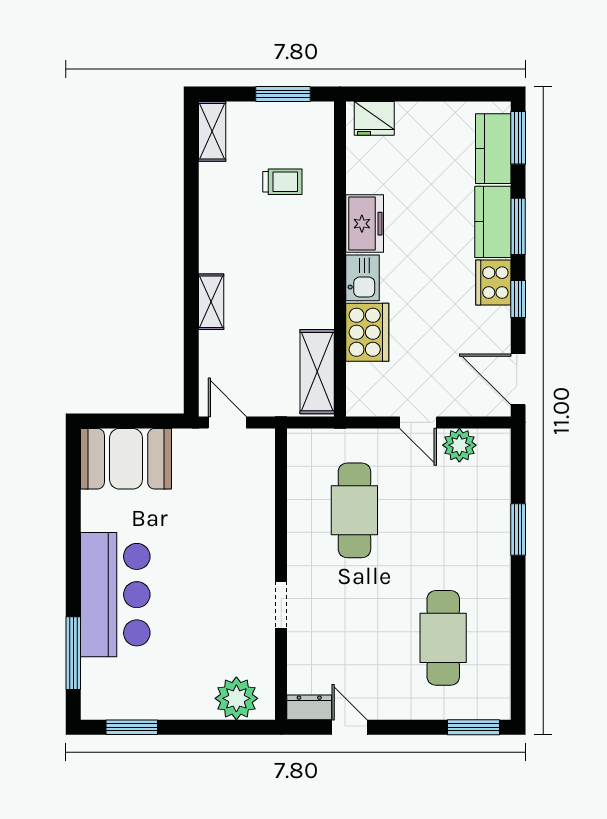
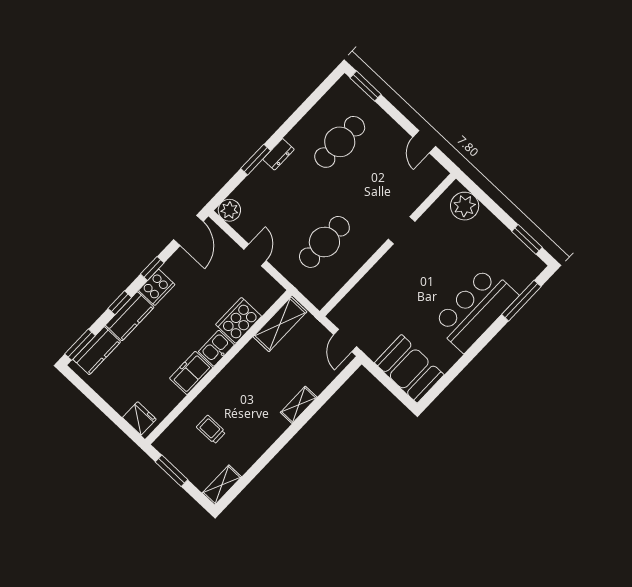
window: (518, 226) -> (120, 303), width x0.67
plant: (459, 445) -> (229, 210), moved
dresser: (309, 707) -> (279, 154), moved, turned -90

